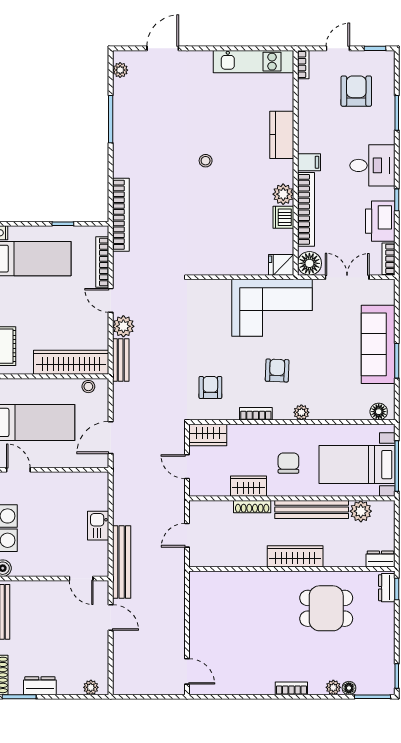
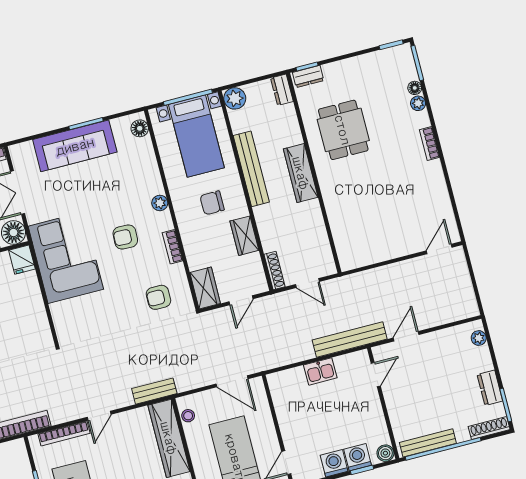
plant: (123, 326) -> (121, 397), removed
shoe rack: (252, 507) -> (275, 271), moved
plant: (361, 511) -> (235, 98), moved

